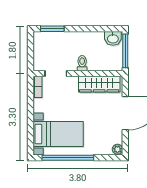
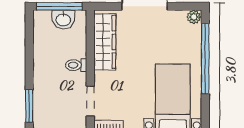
washbasin: (113, 38) -> (63, 19), moved, turned 90
window: (68, 158) -> (205, 59), moved

